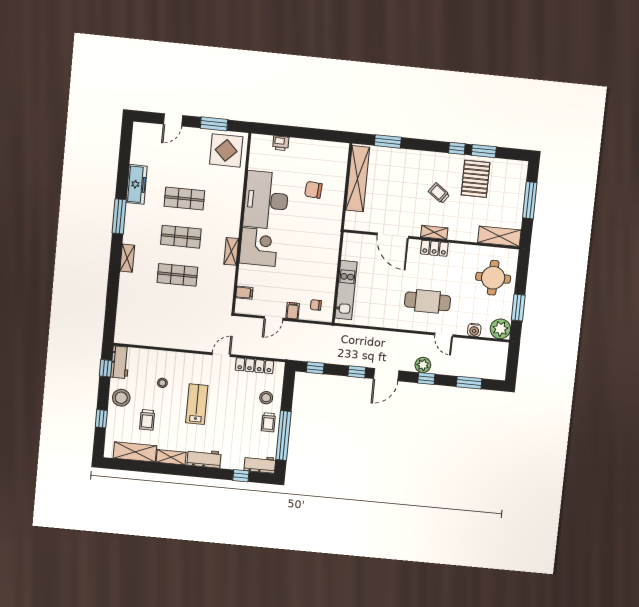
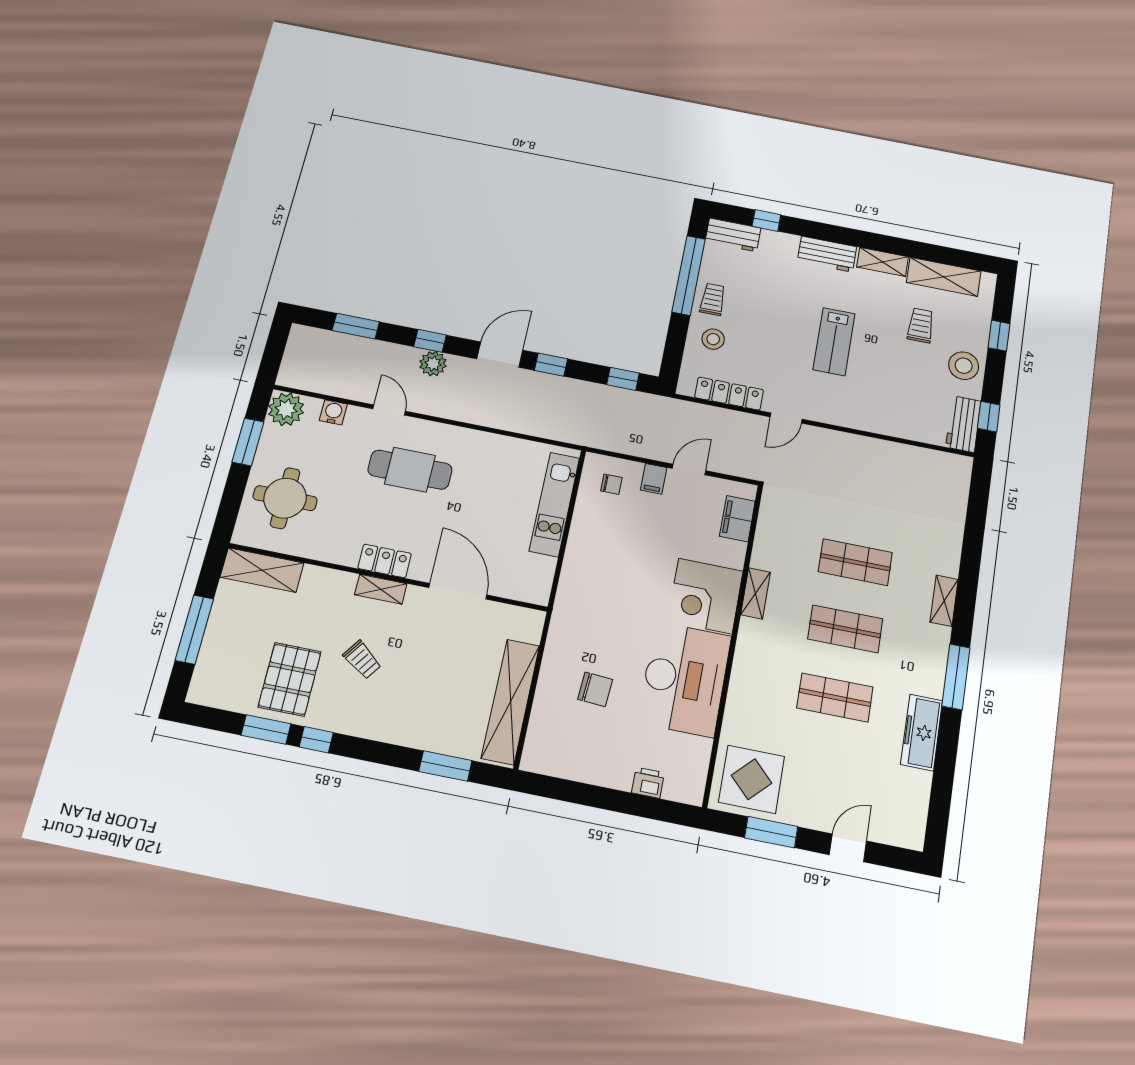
filing cabinet: (244, 293) -> (737, 519), width x2.00
stool: (162, 383) -> (891, 382), removed

